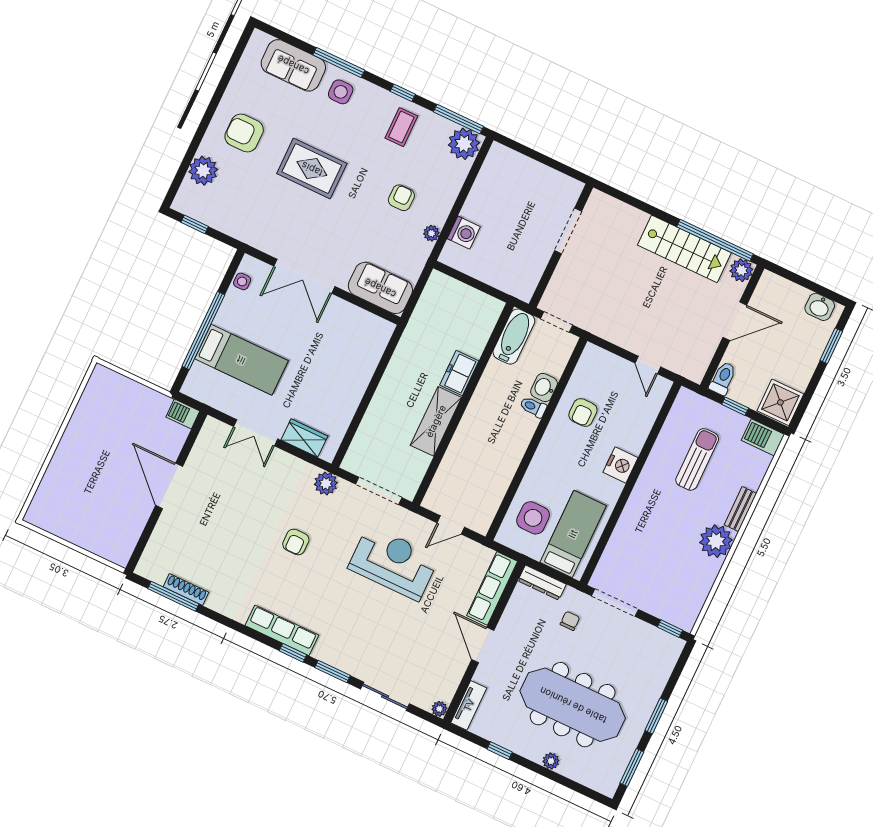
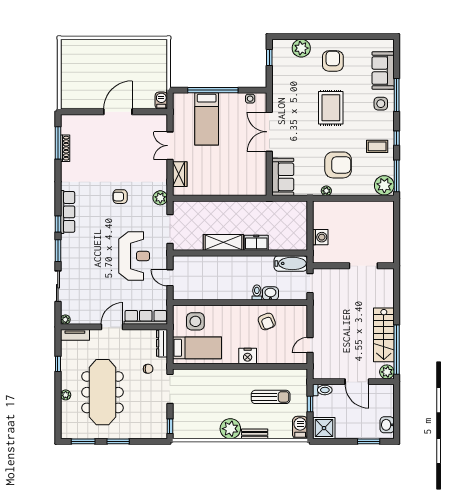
armchair: (401, 198) -> (338, 165), width x1.88, depth x1.88
washing machine: (464, 233) -> (320, 237), moved, turned -90
armchair: (583, 412) -> (267, 321), turned -112

